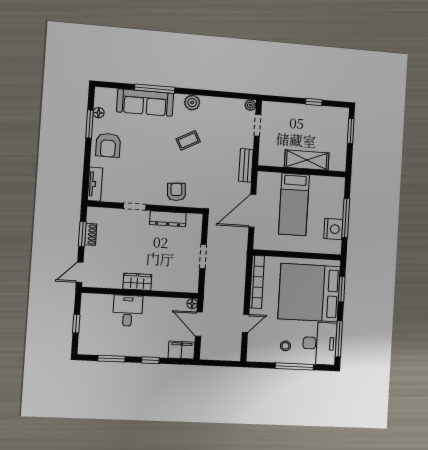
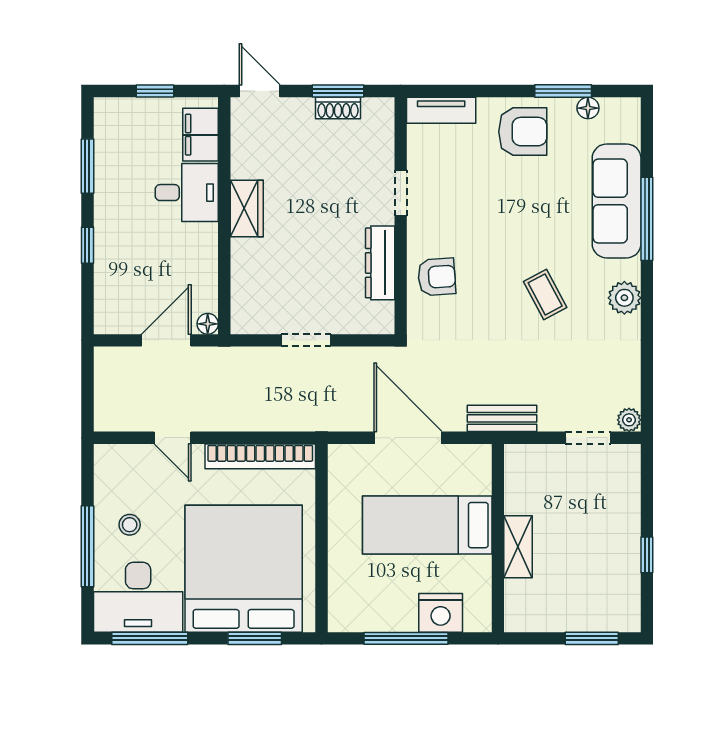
armchair: (108, 145) -> (523, 132), turned 180
shelving: (307, 160) -> (518, 547), width x0.67, depth x0.75
nightstand: (333, 229) -> (441, 613), moved
filing cabinet: (182, 350) -> (201, 135), moved, turned 180

